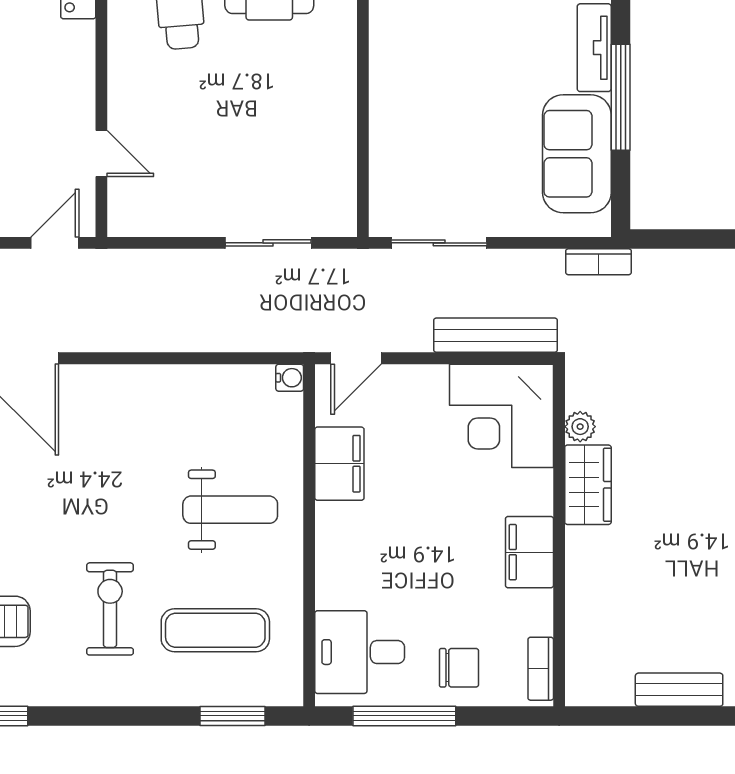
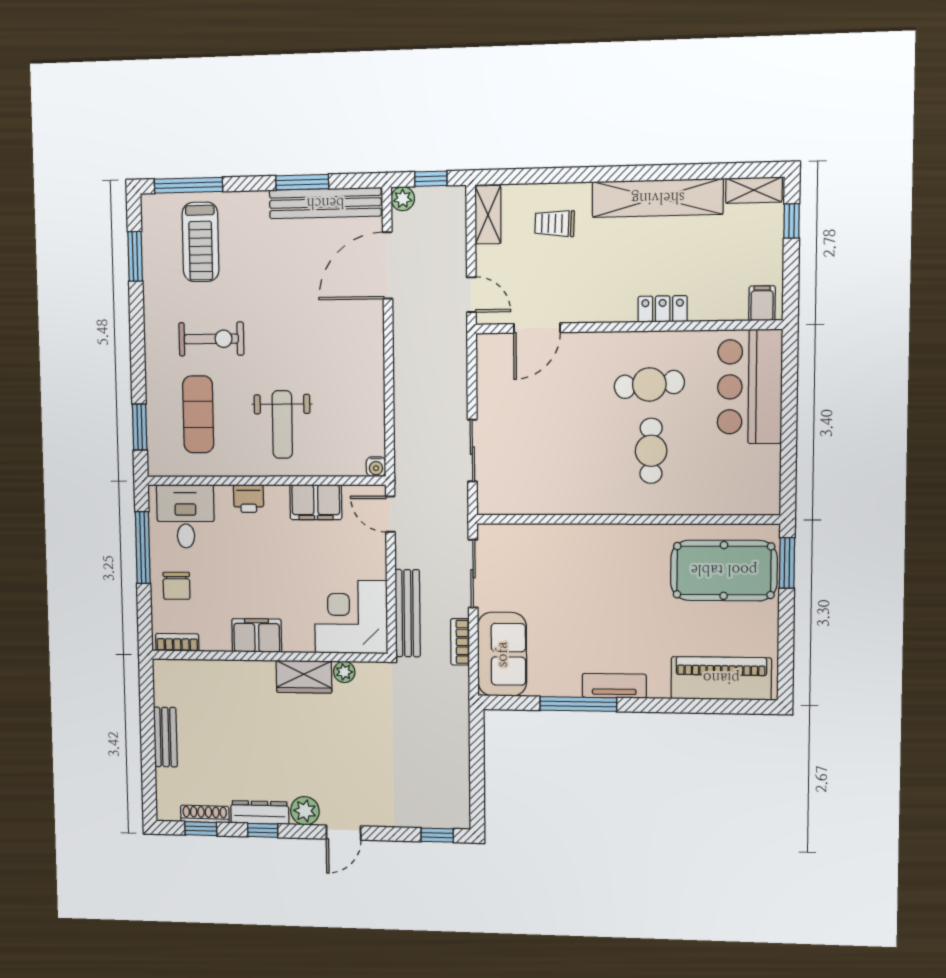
door: (101, 153) -> (537, 328), width x1.38
sofa: (577, 154) -> (502, 654), moved, turned 90
bookcase: (599, 262) -> (460, 642), moved
printer: (334, 560) -> (249, 499), added

